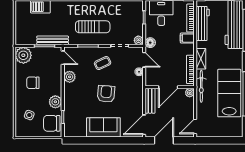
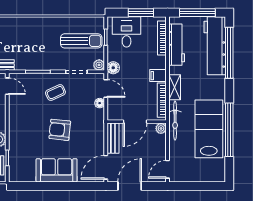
sun lounger: (93, 27) -> (81, 41), moved
filing cabinet: (187, 38) -> (158, 76), moved
plant: (70, 77) -> (16, 109), removed
armchair: (106, 94) -> (60, 130), turned -89

